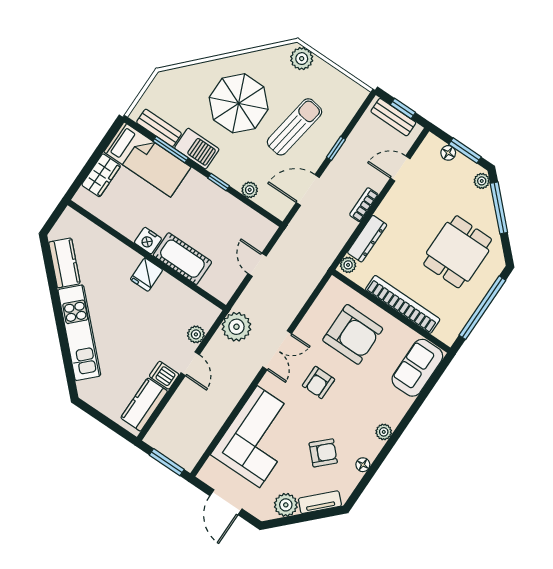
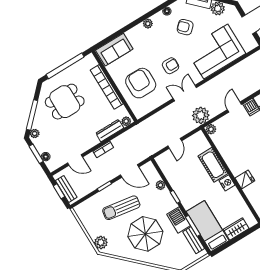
fridge: (146, 275) -> (245, 179), moved
plant: (196, 334) -> (211, 129), moved

